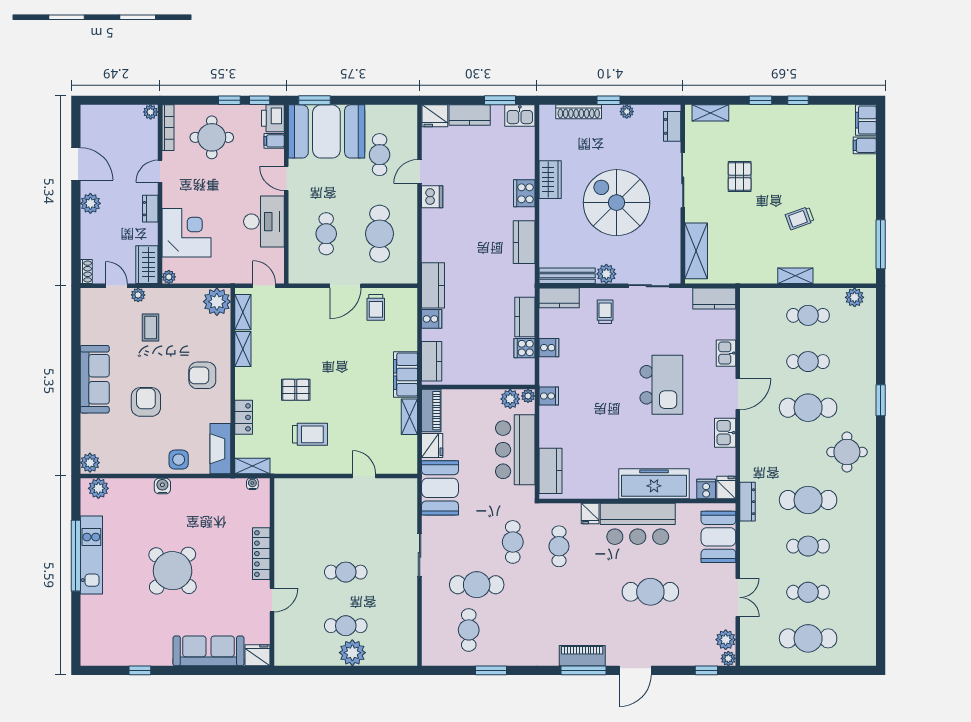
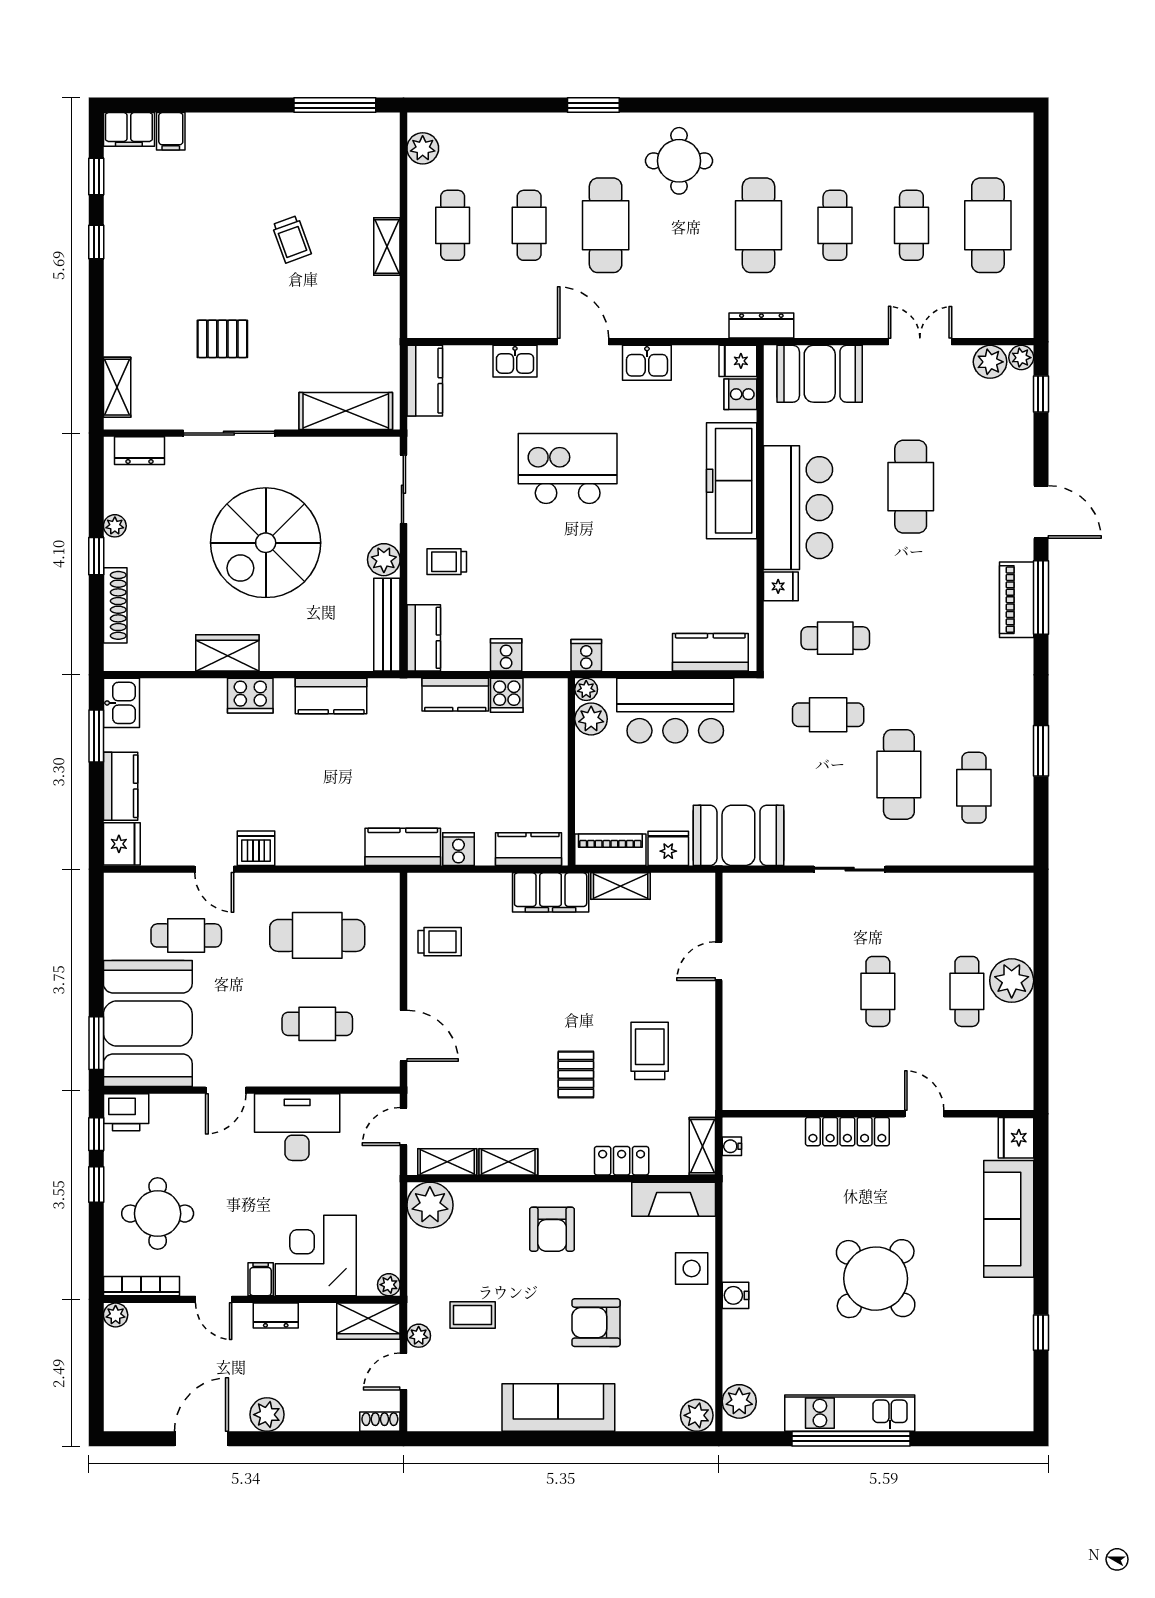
window: (760, 100) -> (96, 177), moved
filing cabinet: (274, 141) -> (261, 1279), moved, turned 180
door: (345, 286) -> (403, 1036), moved
cafe table: (469, 630) -> (974, 788), turned 90

